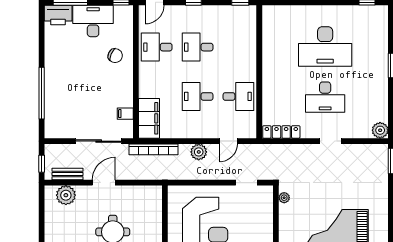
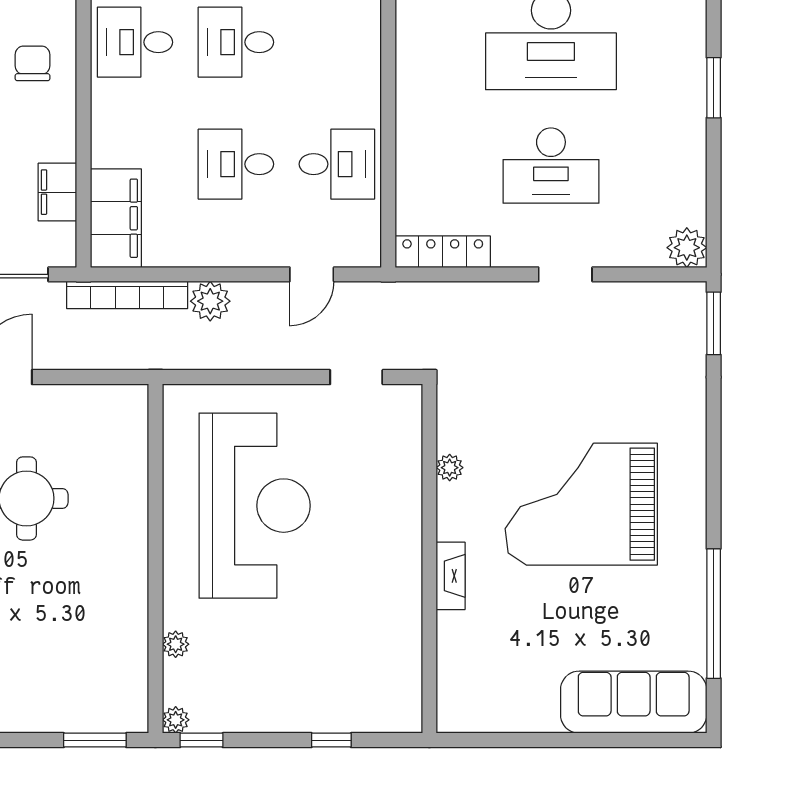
chair: (115, 56) -> (32, 63), turned -114
filing cabinet: (125, 114) -> (57, 192), width x2.00
plant: (199, 152) -> (210, 301), moved
plant: (284, 198) -> (450, 468), moved

